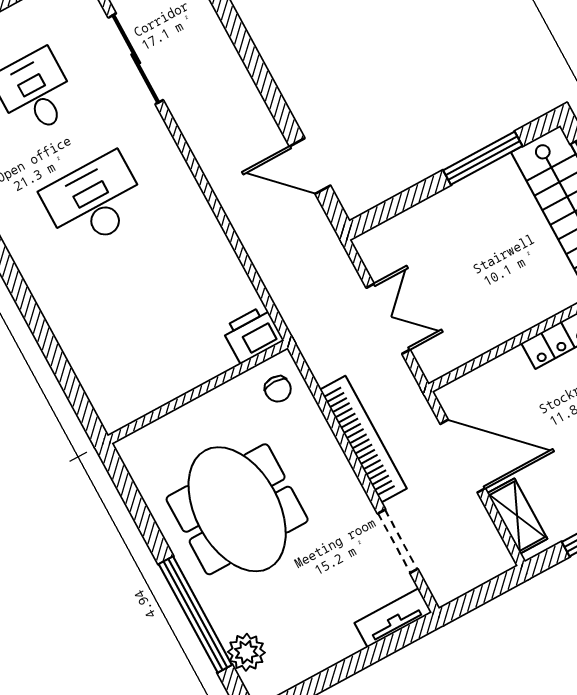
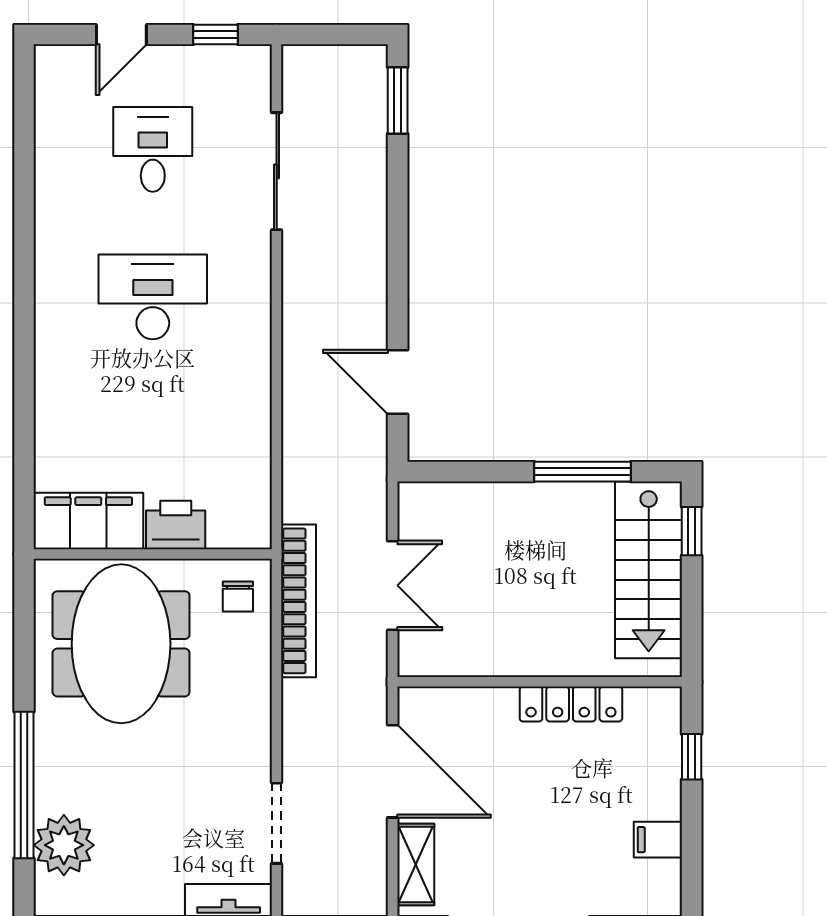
printer: (253, 334) -> (176, 525), moved
filing cabinet: (137, 393) -> (88, 521), added
bookcase: (363, 439) -> (299, 601), moved
meeting table: (237, 509) -> (121, 644), moved
plant: (246, 652) -> (64, 845), width x1.36, depth x1.36

